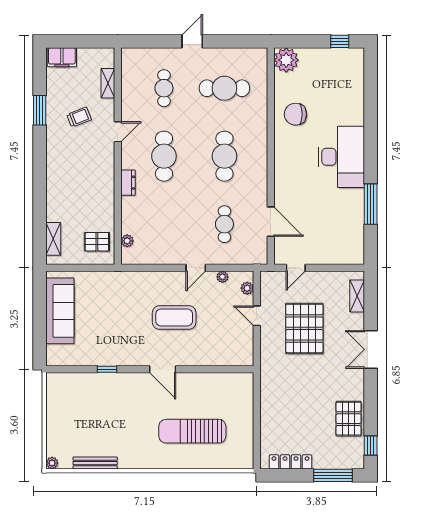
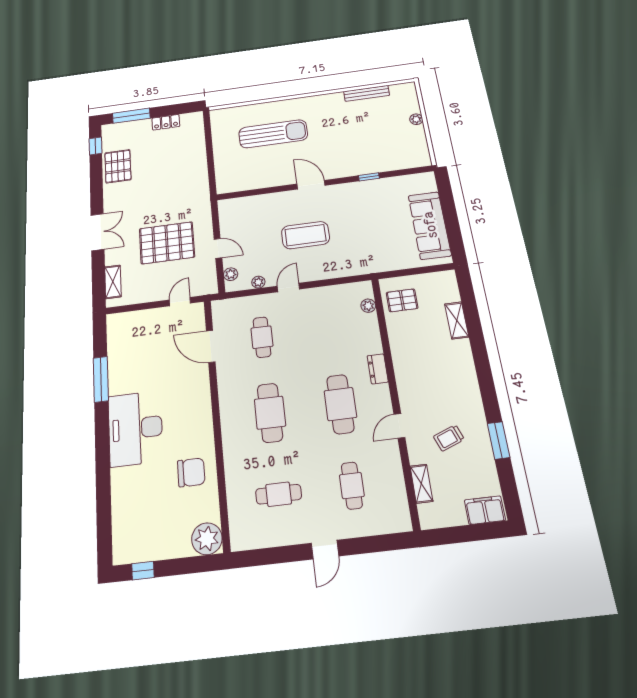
cafe table: (224, 88) -> (279, 494), width x0.73, depth x0.74
shelving: (53, 239) -> (457, 320), moved
pallet: (304, 328) -> (167, 243), turned 90
locker: (291, 462) -> (166, 122), width x0.66
plant: (52, 463) -> (416, 119), moved

